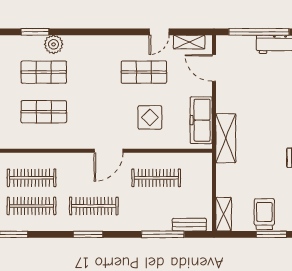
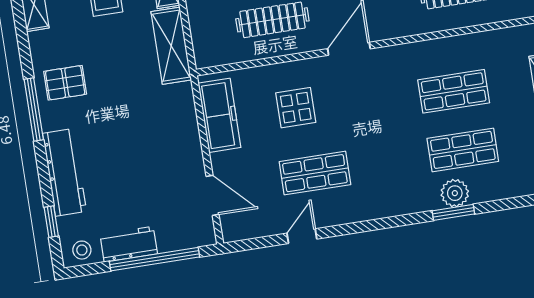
window: (35, 32) -> (453, 212), moved
shelving: (189, 42) -> (255, 228), removed
shelving: (226, 138) -> (171, 46), moved

